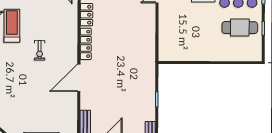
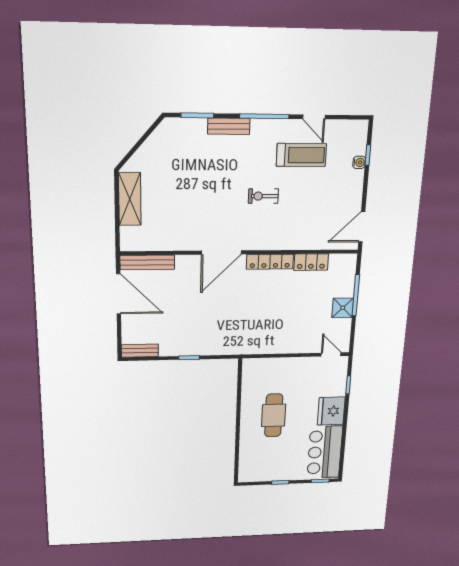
cafe table: (240, 28) -> (274, 415), moved
door: (79, 78) -> (221, 253), swing flipped

